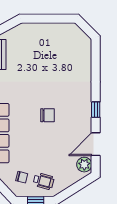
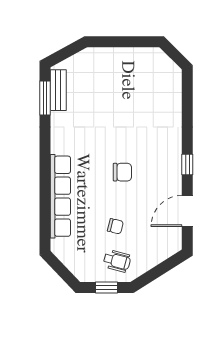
plant: (84, 165) -> (172, 239), removed
chair: (22, 177) -> (115, 226), moved

